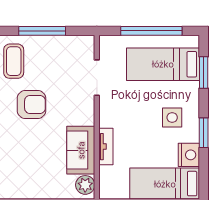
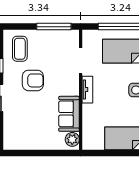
window: (42, 31) -> (54, 27), moved
tv unit: (106, 147) -> (87, 90), moved

